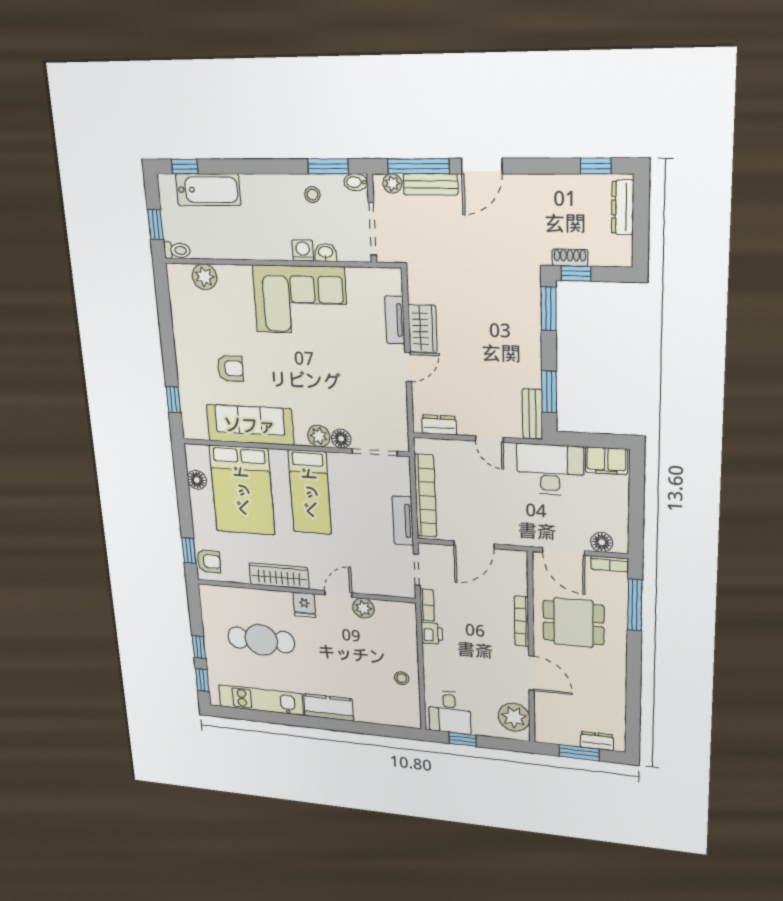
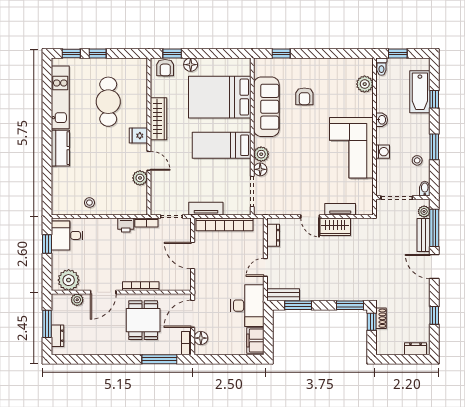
window: (185, 166) -> (434, 99), moved
window: (328, 166) -> (434, 147), moved
window: (596, 166) -> (434, 315), moved
dresser: (623, 207) -> (416, 349), width x0.70
washbasin: (325, 252) -> (382, 120), moved
floor lamp: (197, 480) -> (191, 65), moved
plant: (543, 709) -> (77, 300), added

